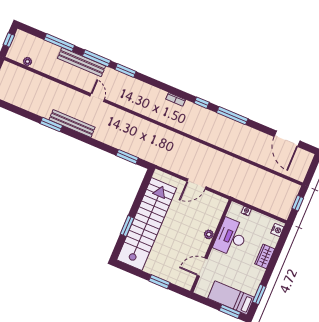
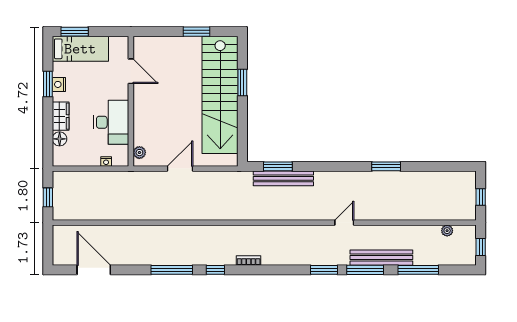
door: (97, 98) -> (344, 223), swing flipped
bench: (72, 123) -> (283, 178), moved
nightstand: (277, 230) -> (59, 84), moved
plant: (209, 234) -> (139, 153), moved
floor lamp: (272, 241) -> (60, 139), added
door: (202, 267) -> (131, 71), hinge flipped
window: (159, 282) -> (197, 32), moved
window: (259, 294) -> (48, 84), moved

